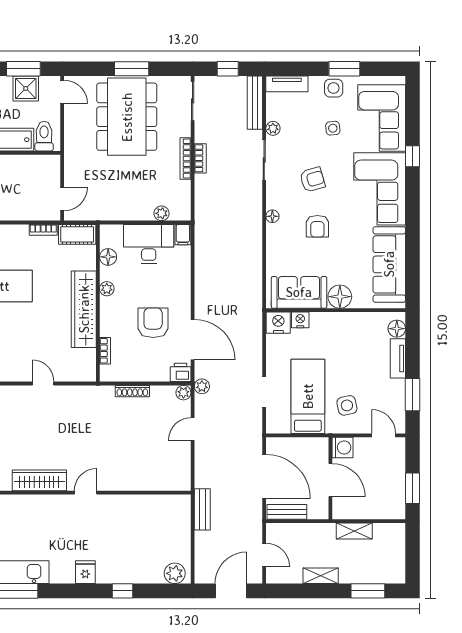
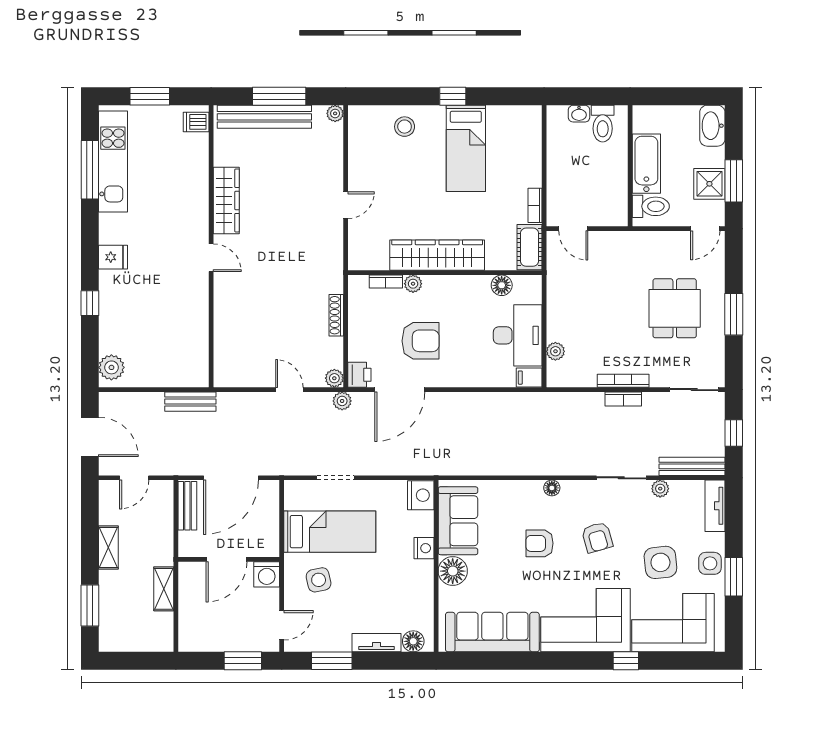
dining table: (127, 117) -> (675, 308), width x0.53, depth x0.80
side table: (333, 128) -> (660, 562), width x1.87, depth x1.87
plant: (107, 289) -> (413, 284), moved
nightstand: (300, 320) -> (424, 548), moved
window: (413, 488) -> (243, 661), moved

